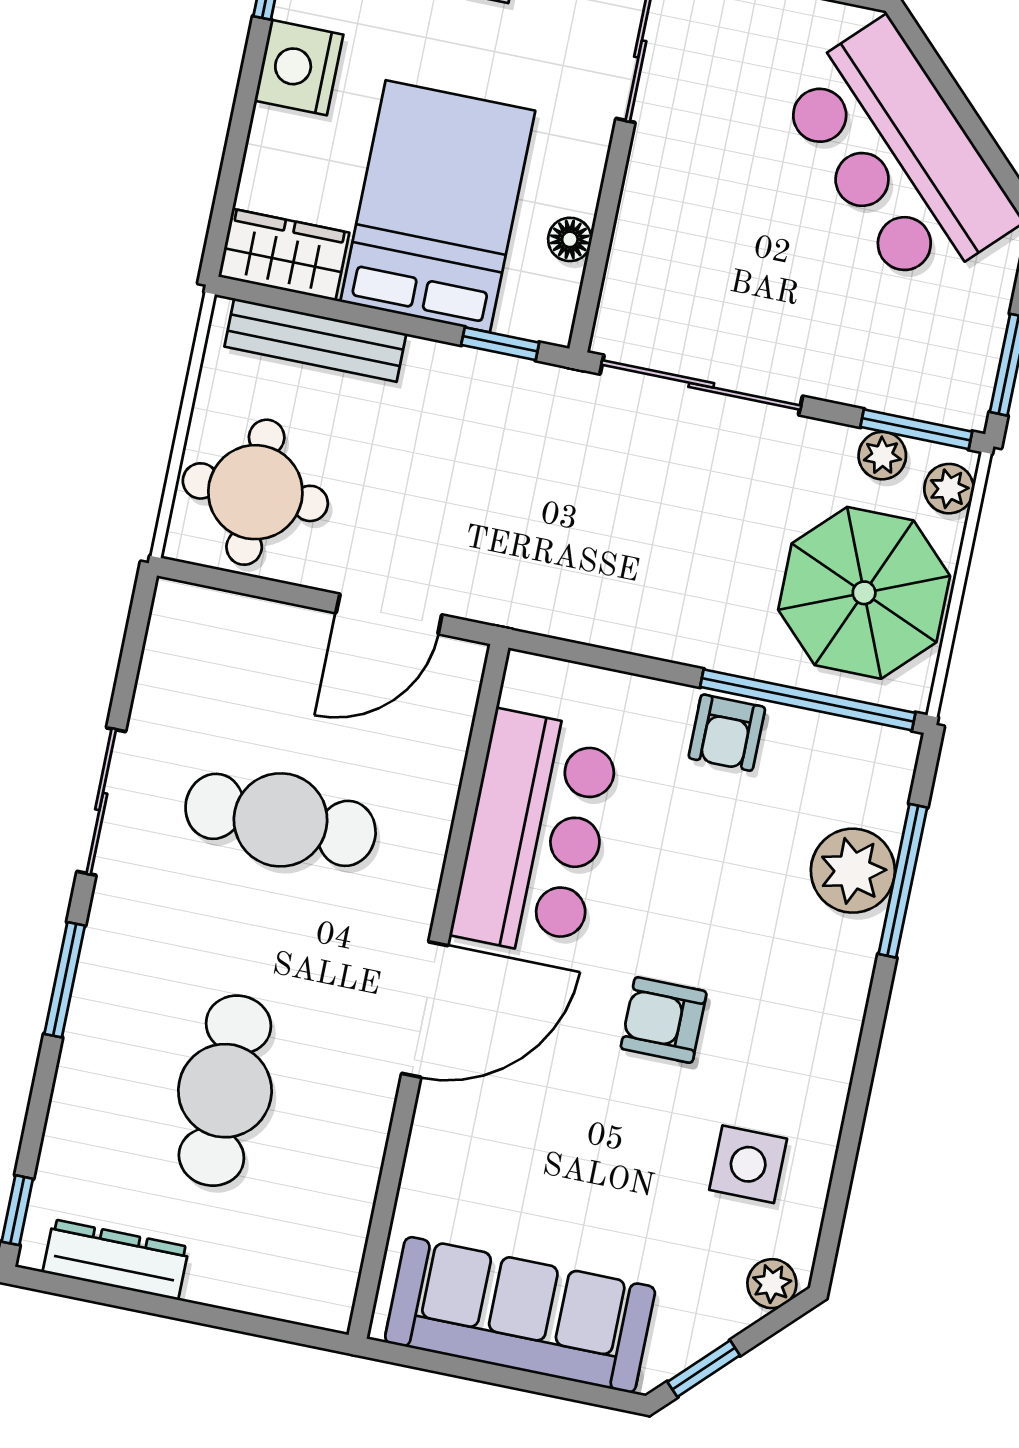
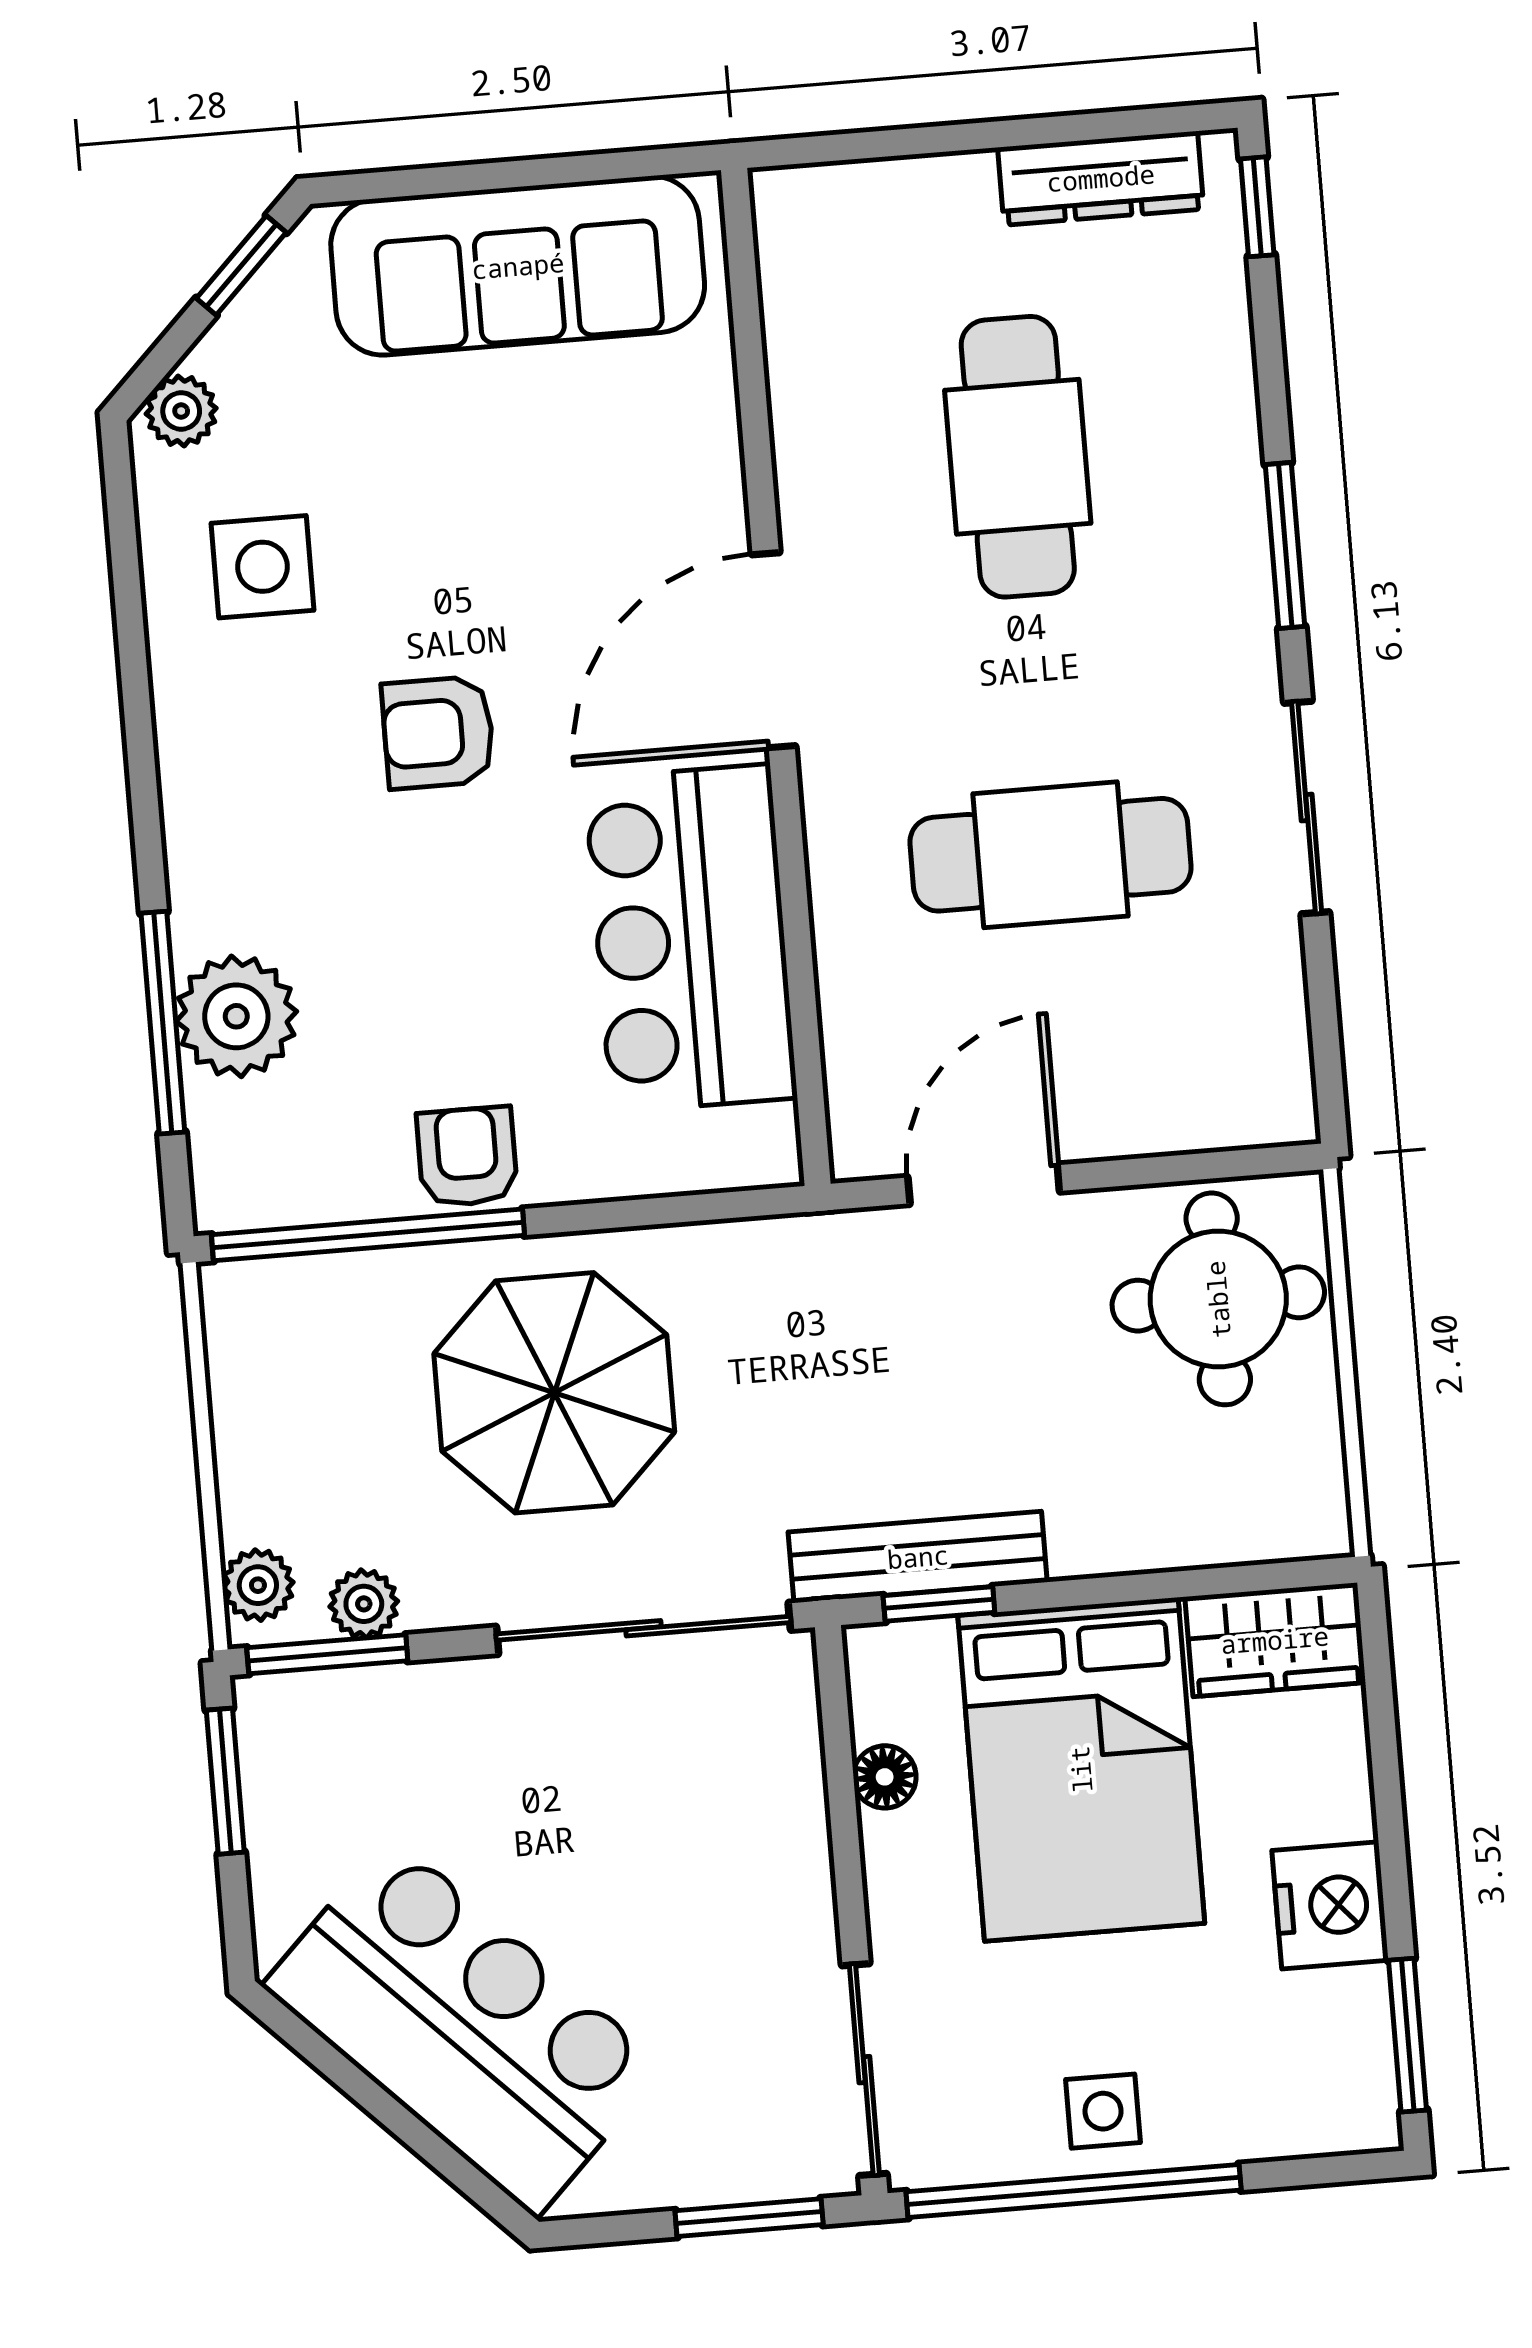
bench: (315, 340) -> (918, 1557), moved
parasol: (864, 593) -> (554, 1393), moved
armchair: (664, 1020) -> (438, 733), turned 180

